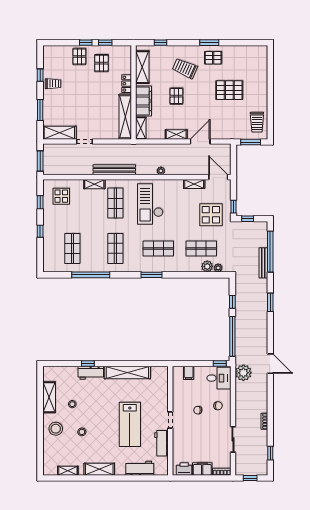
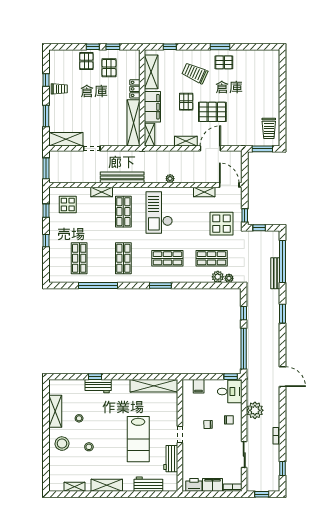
pallet: (229, 90) -> (212, 112), moved
shelving: (127, 372) -> (154, 386), moved
plant: (243, 373) -> (255, 410), moved

